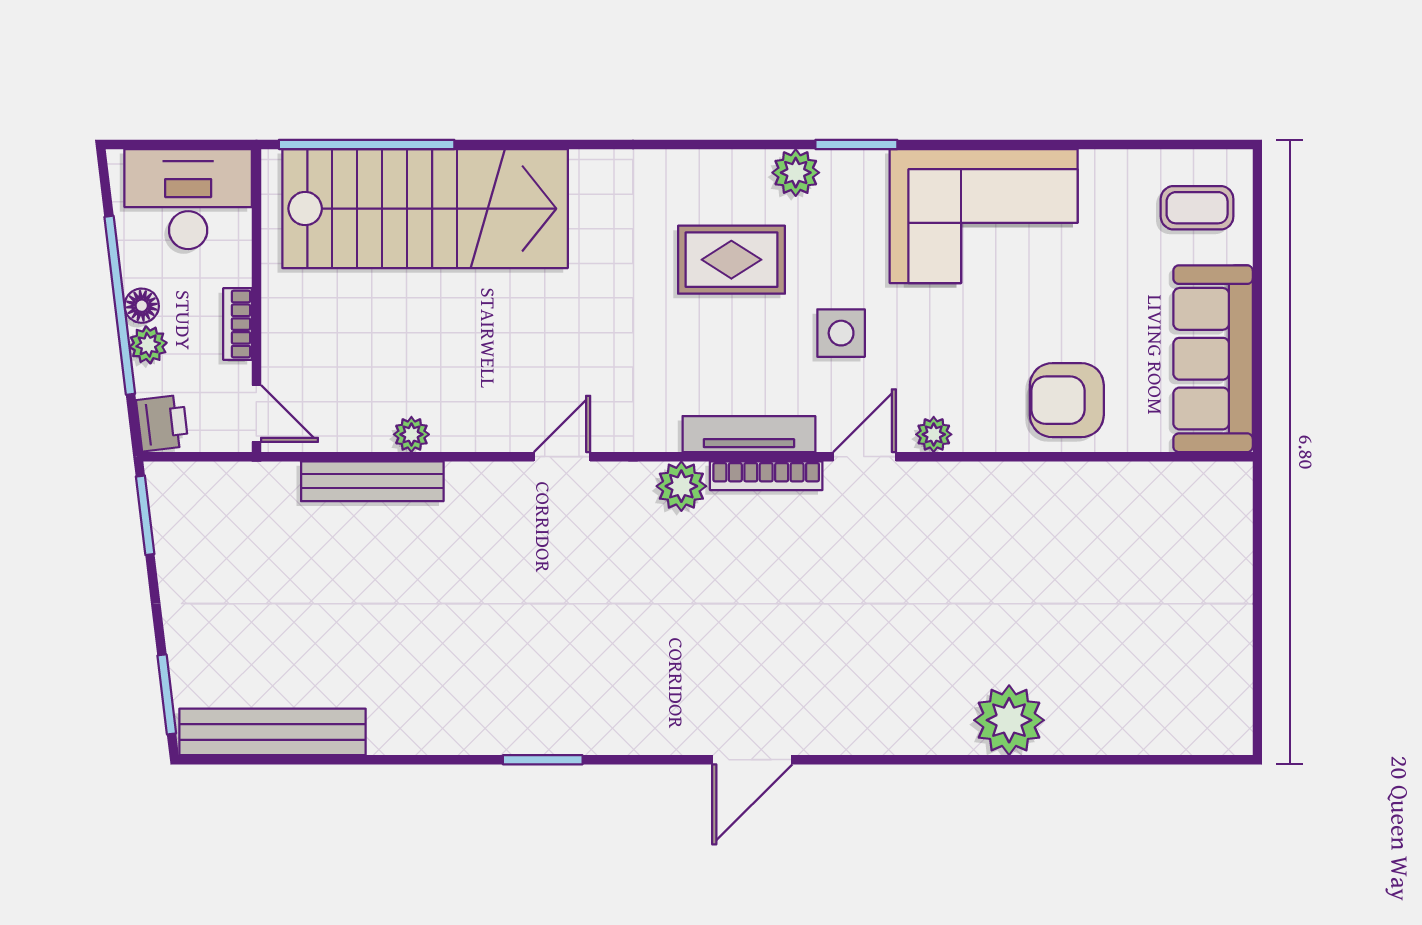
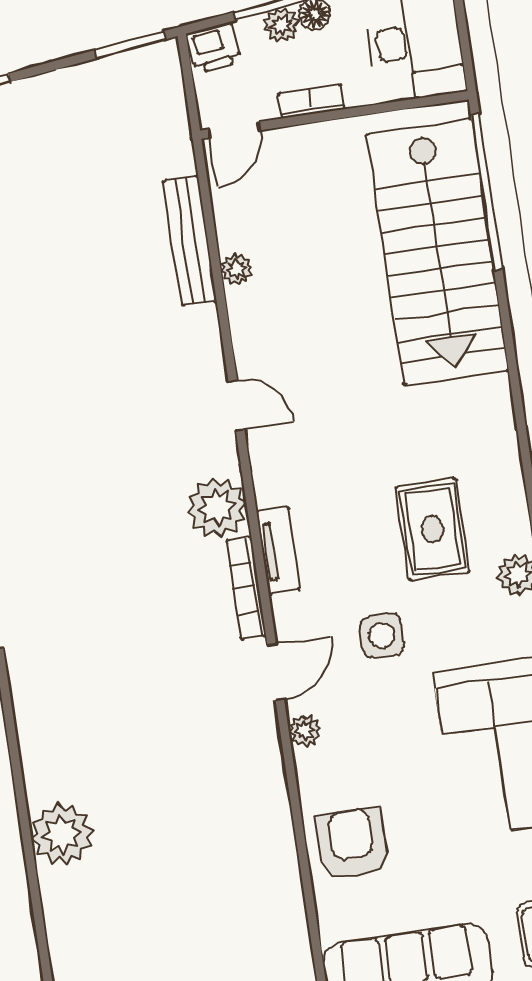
tv unit: (749, 434) -> (278, 550), width x0.71
door: (865, 457) -> (276, 672), hinge flipped
plant: (681, 486) -> (217, 508), width x1.36, depth x1.36

